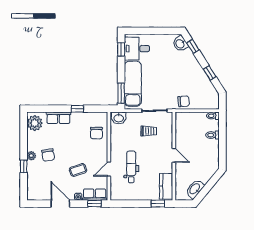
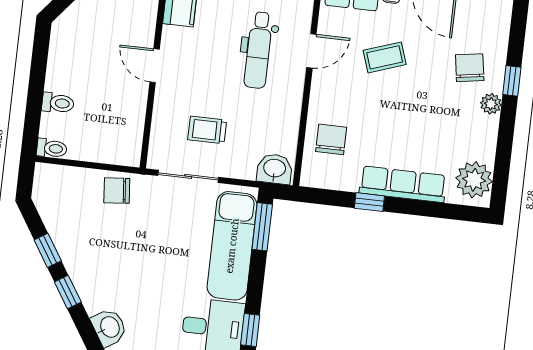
window: (193, 46) -> (68, 292), moved
row of seats: (58, 118) -> (403, 184), width x1.48
chair: (48, 155) -> (470, 68), moved

